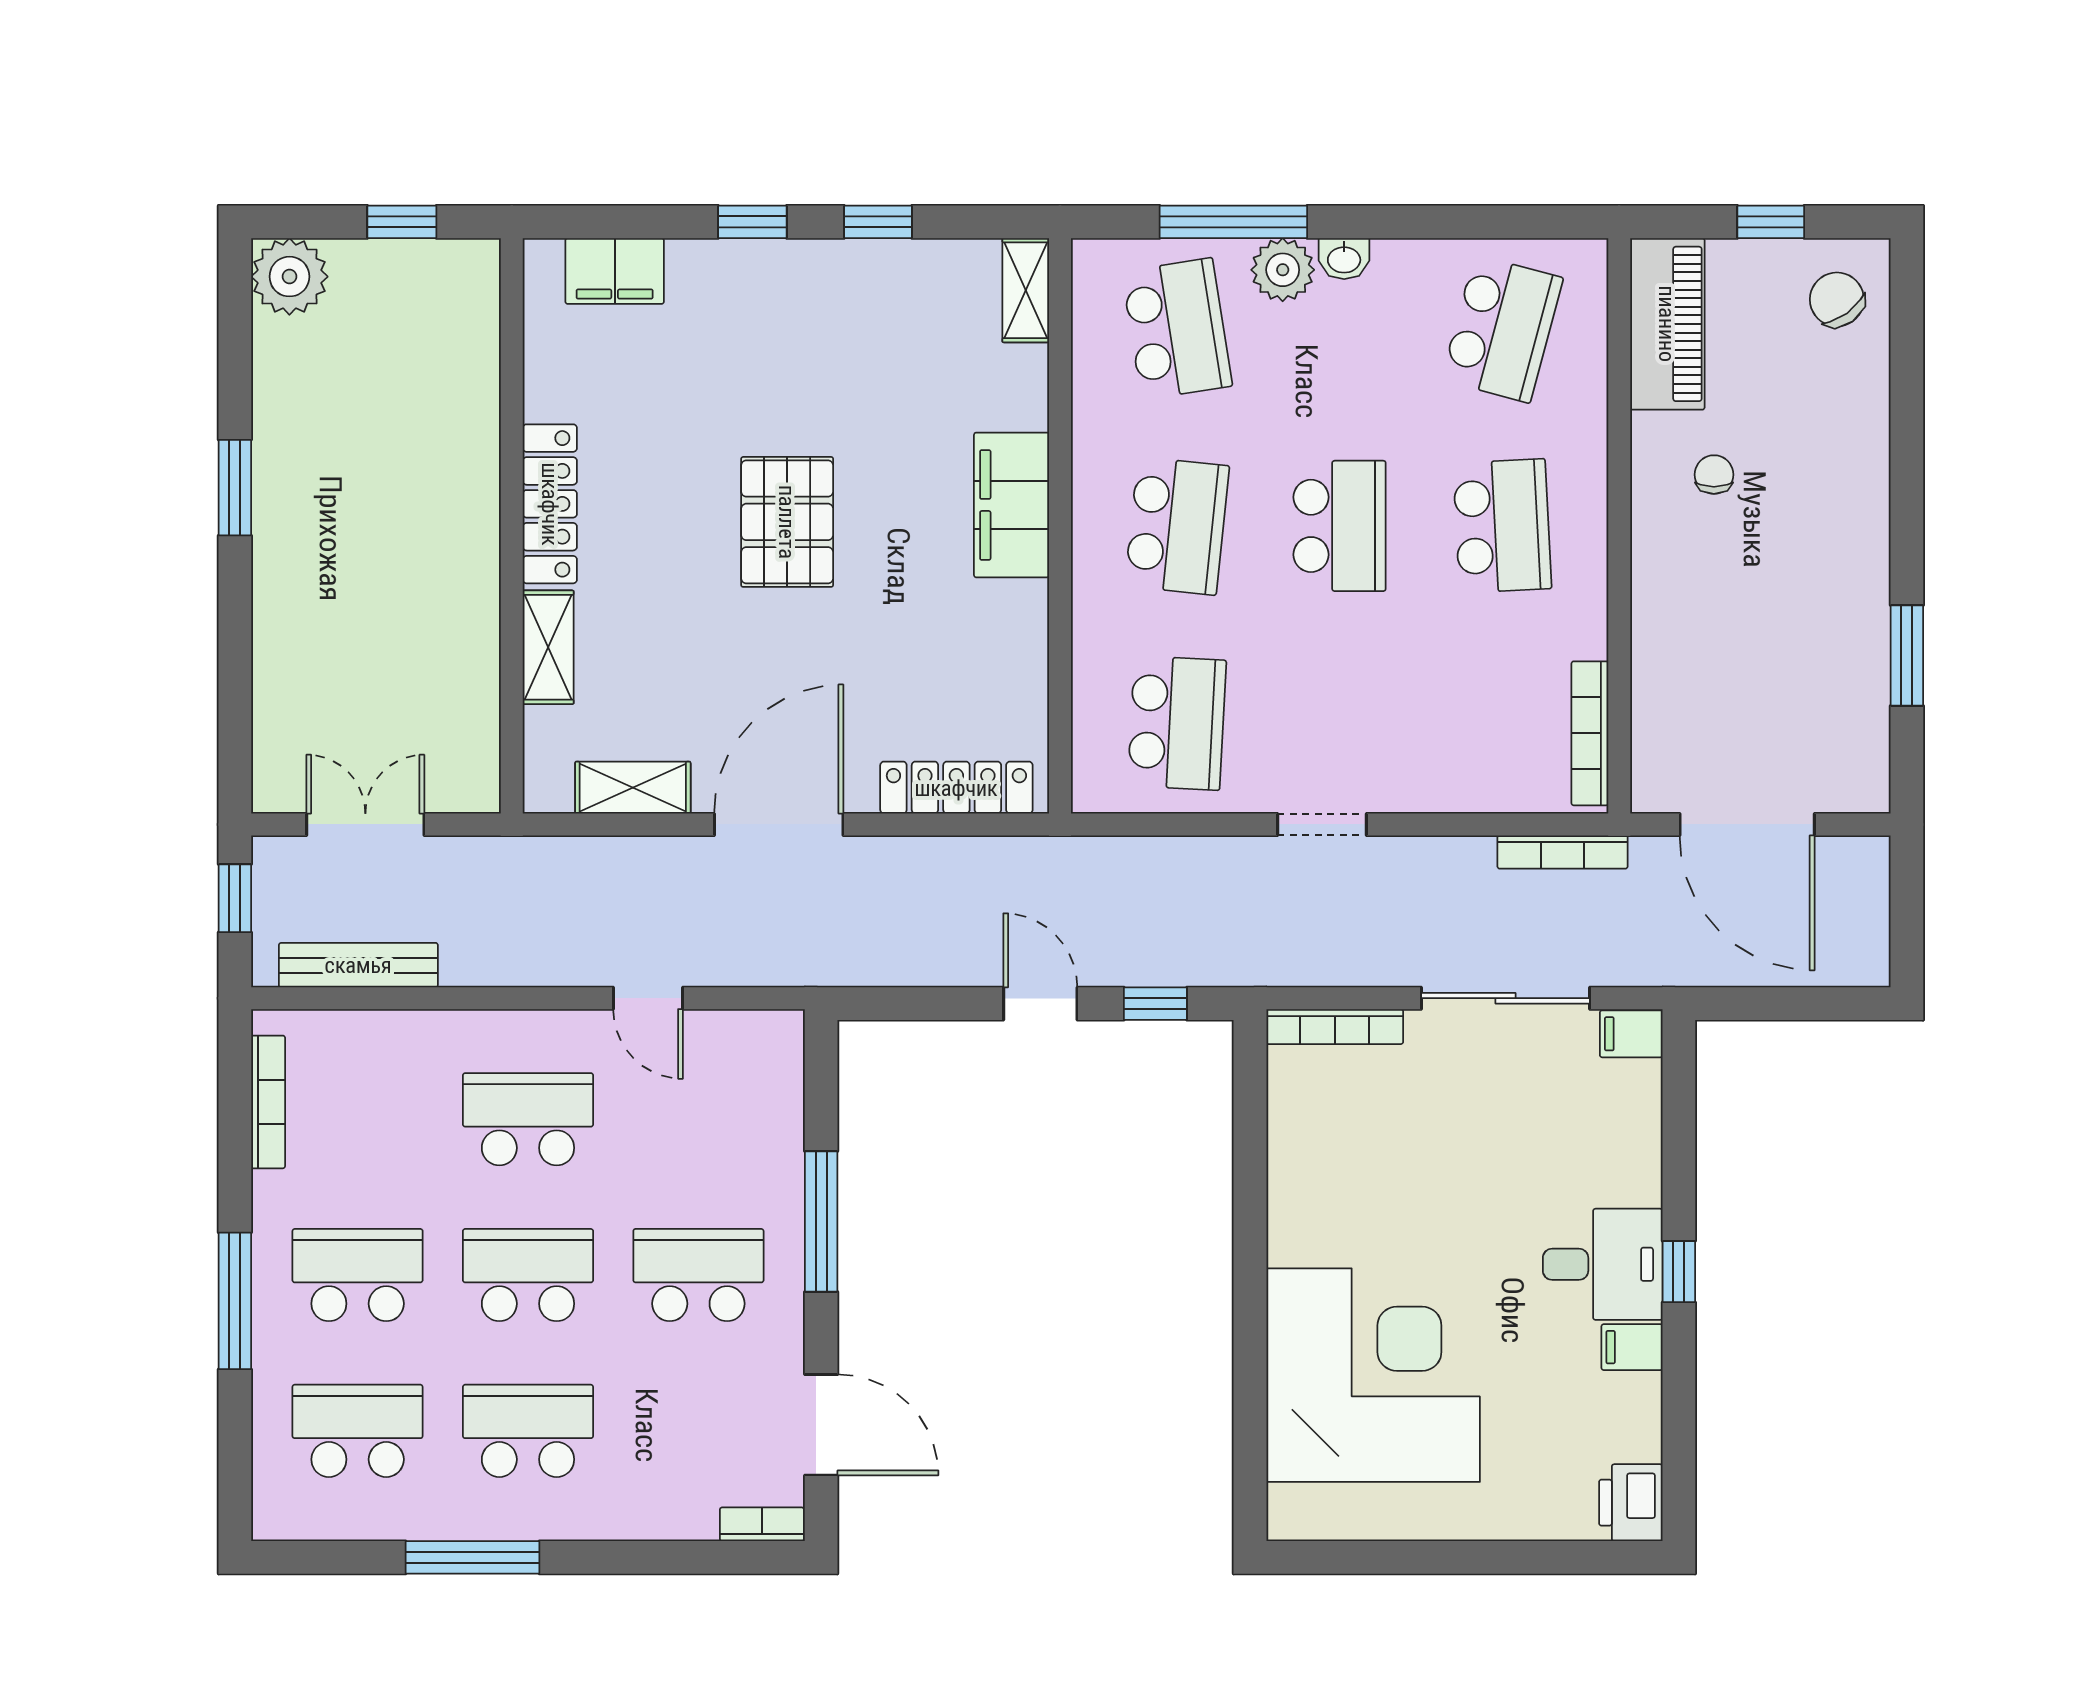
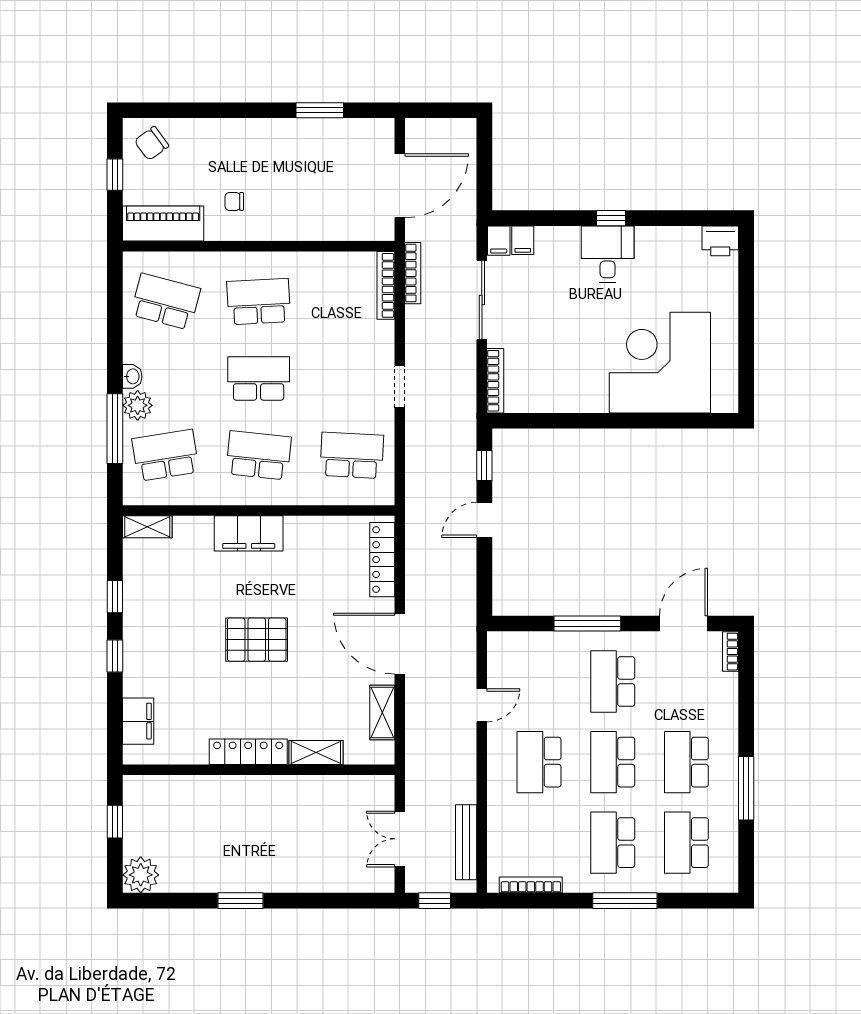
bookcase: (1590, 733) -> (386, 285), moved, turned 90
filing cabinet: (1632, 1347) -> (523, 240), moved

